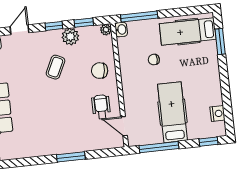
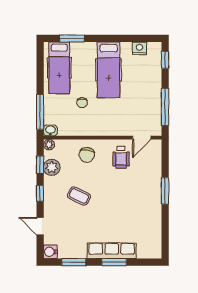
plant: (70, 37) -> (52, 167), moved
wheelchair: (101, 107) -> (121, 157), turned -90
hospital bed: (172, 112) -> (109, 70), moved, turned -90

